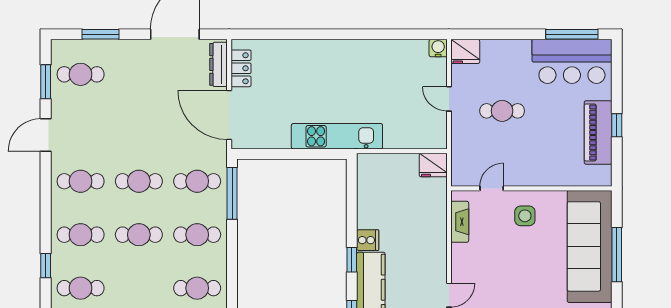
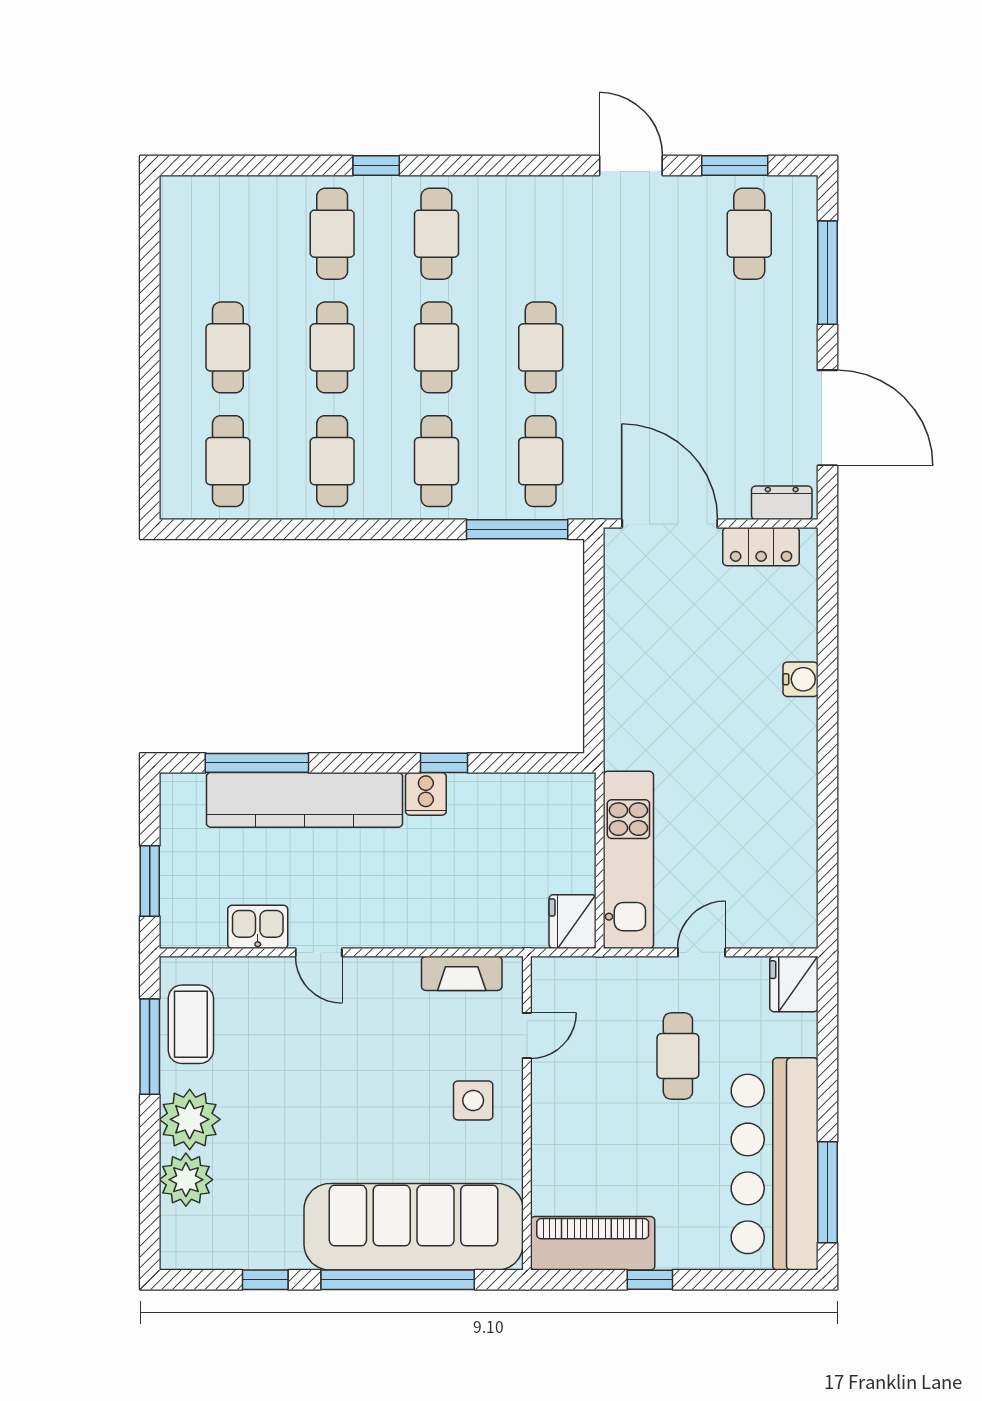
window: (100, 34) -> (827, 273), width x1.44
water cooler: (438, 48) -> (801, 679), moved
bar counter: (572, 61) -> (775, 1164), width x1.36
dresser: (218, 64) -> (782, 503), width x0.70
door: (229, 115) -> (670, 524), hinge flipped
piano: (598, 132) -> (593, 1243), moved
kitchen unit: (337, 136) -> (628, 860), moved
cafe table: (81, 181) -> (332, 347), moved
door: (492, 188) -> (527, 1036), hinge flipped
window: (617, 255) -> (398, 1280), width x1.46
window: (352, 260) -> (444, 763), moved

